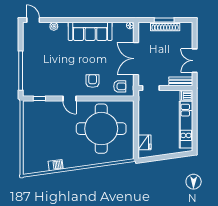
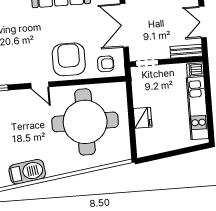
armchair: (93, 81) -> (69, 59), width x1.88, depth x1.88
fridge: (144, 142) -> (143, 118), moved
barbecue: (56, 165) -> (27, 172), width x1.88, depth x1.53

